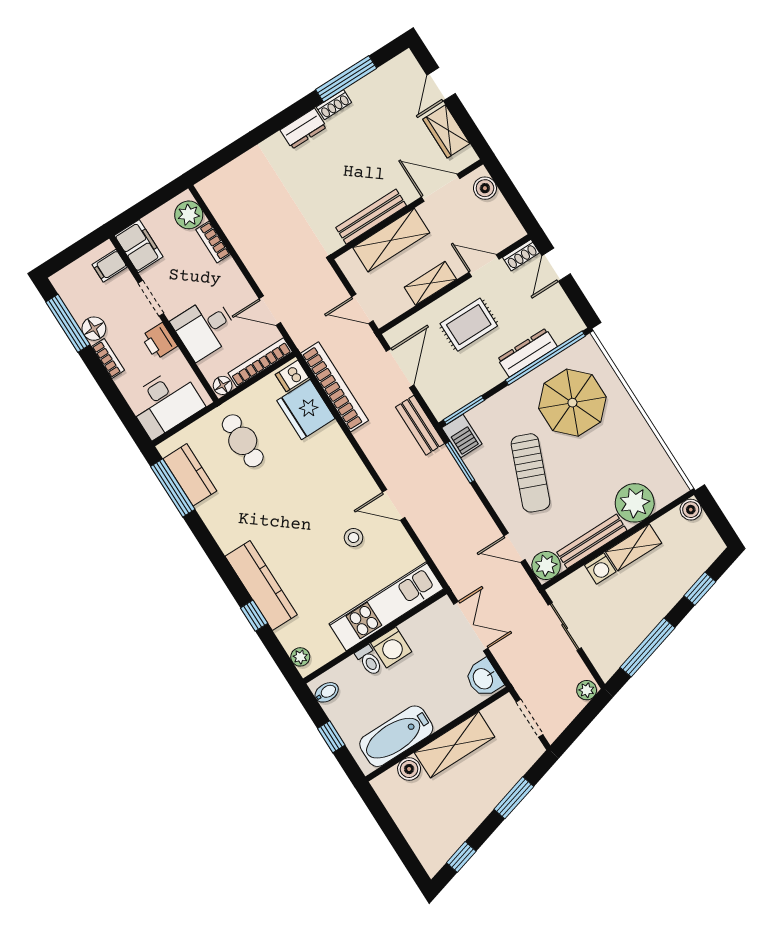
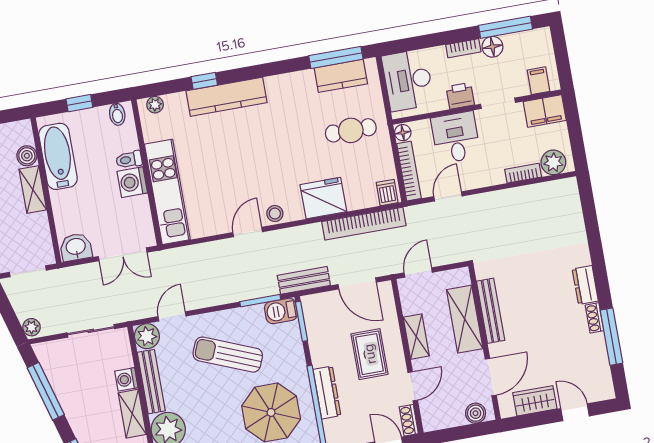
fridge: (306, 410) -> (323, 198), moved
stool: (354, 538) -> (275, 213), moved
shelving: (455, 745) -> (33, 189), width x0.67, depth x0.75

